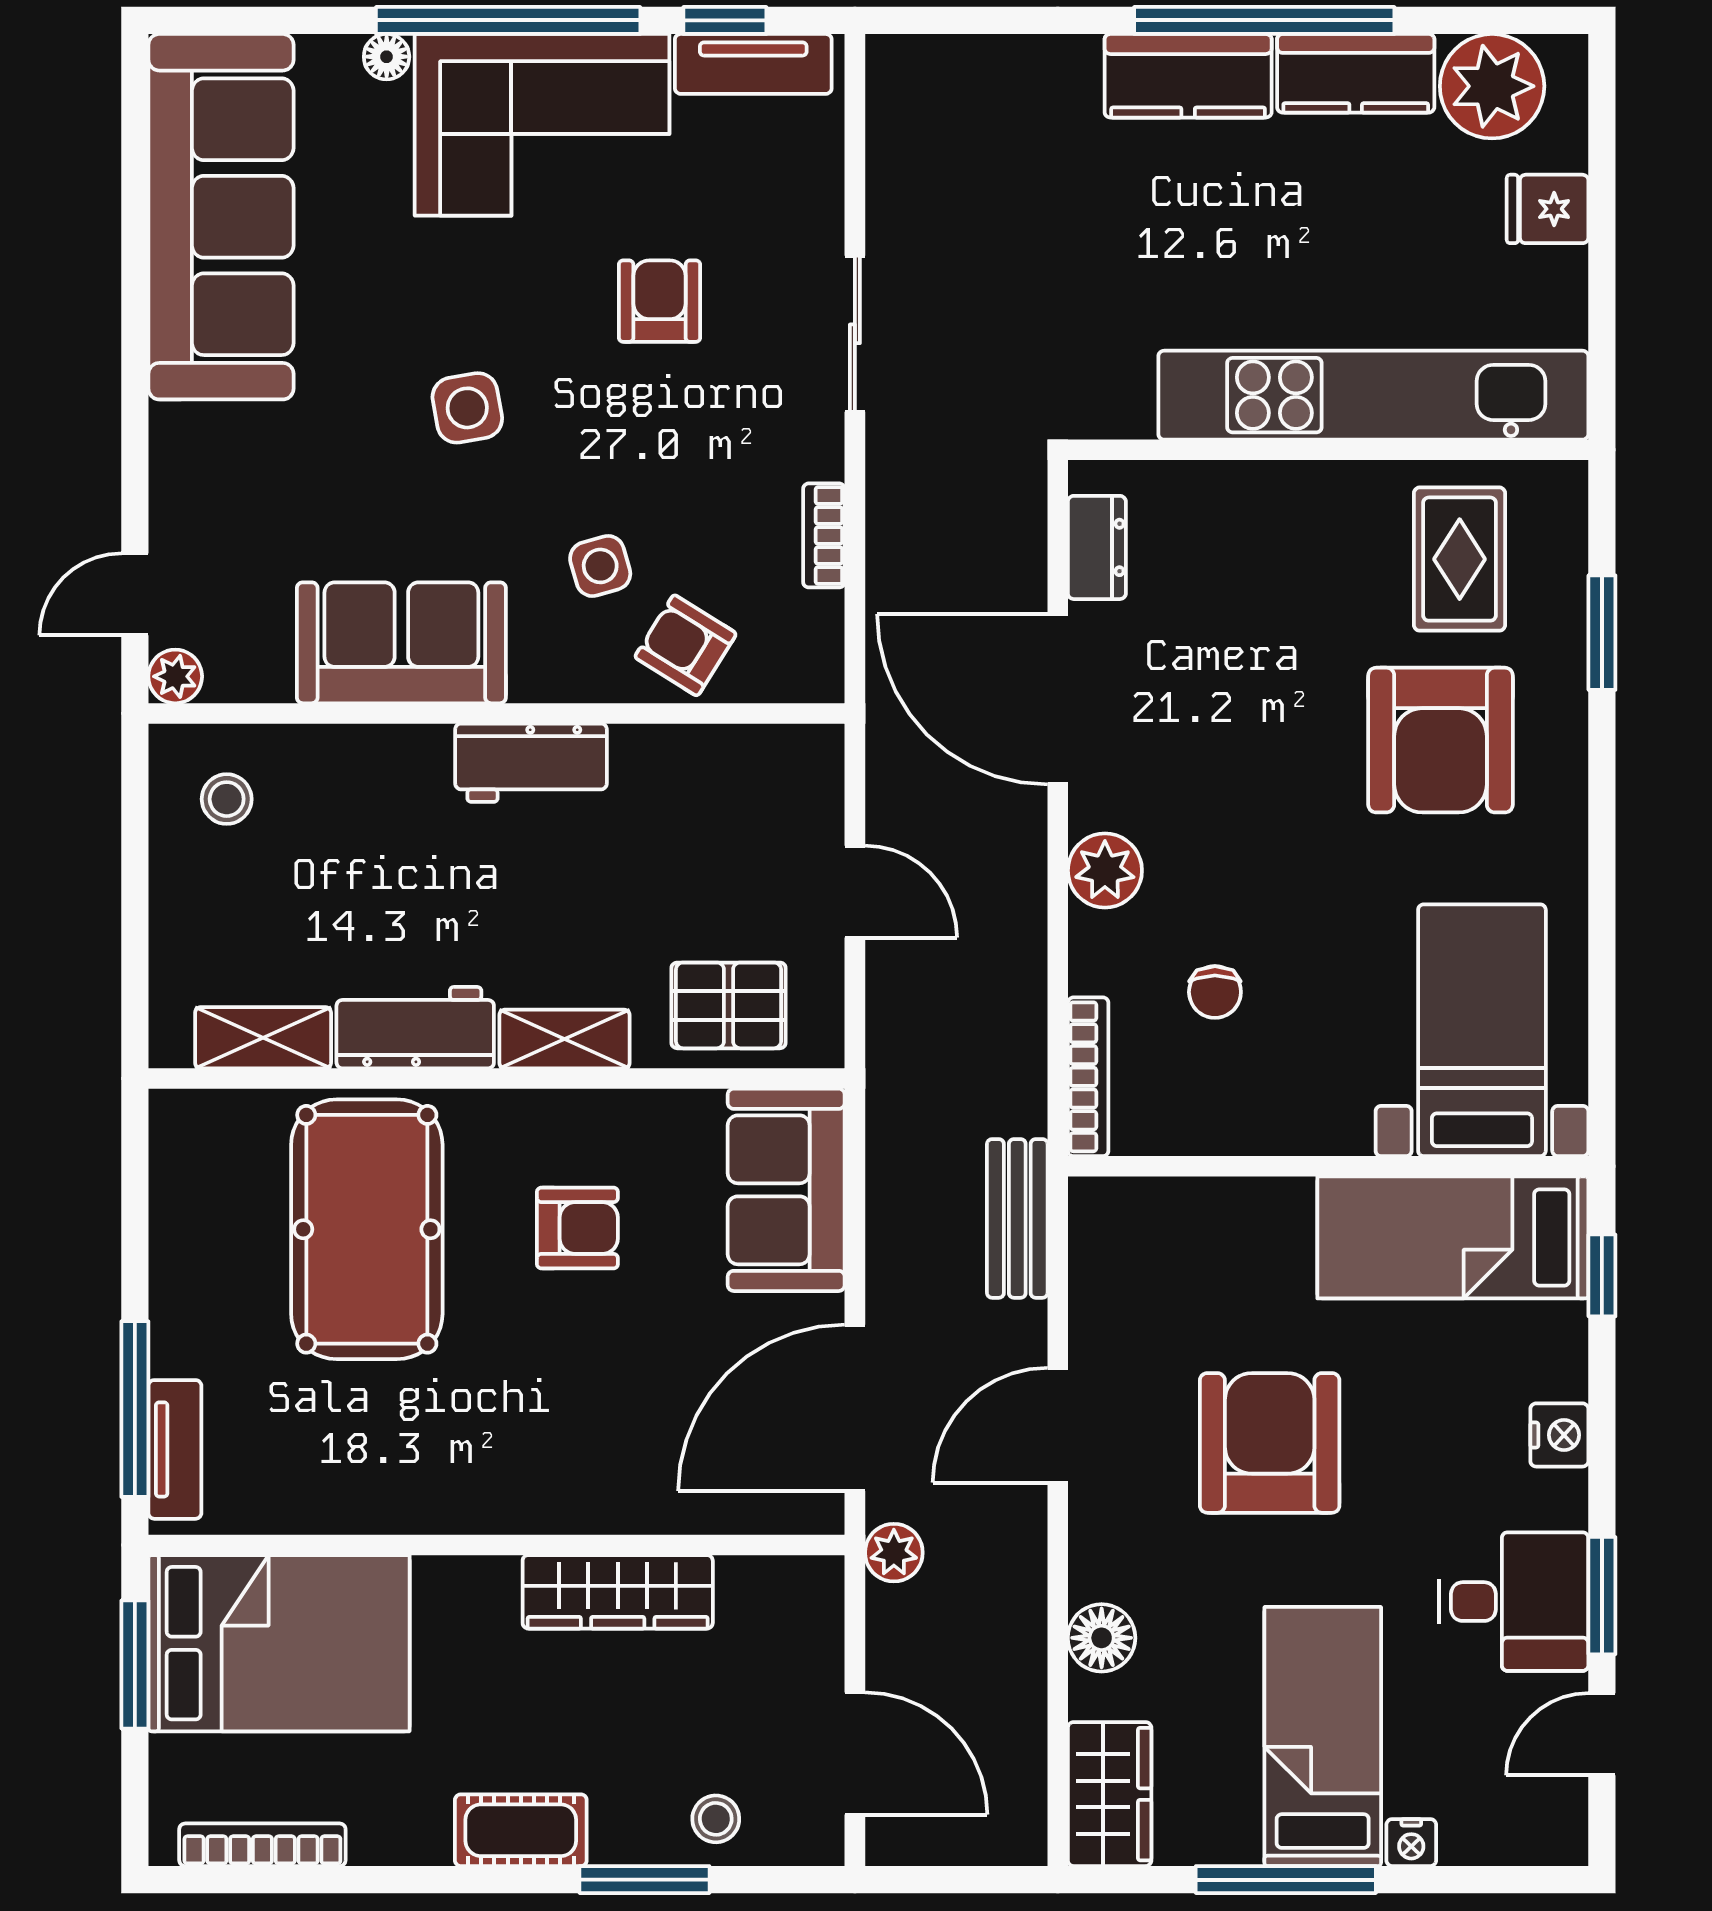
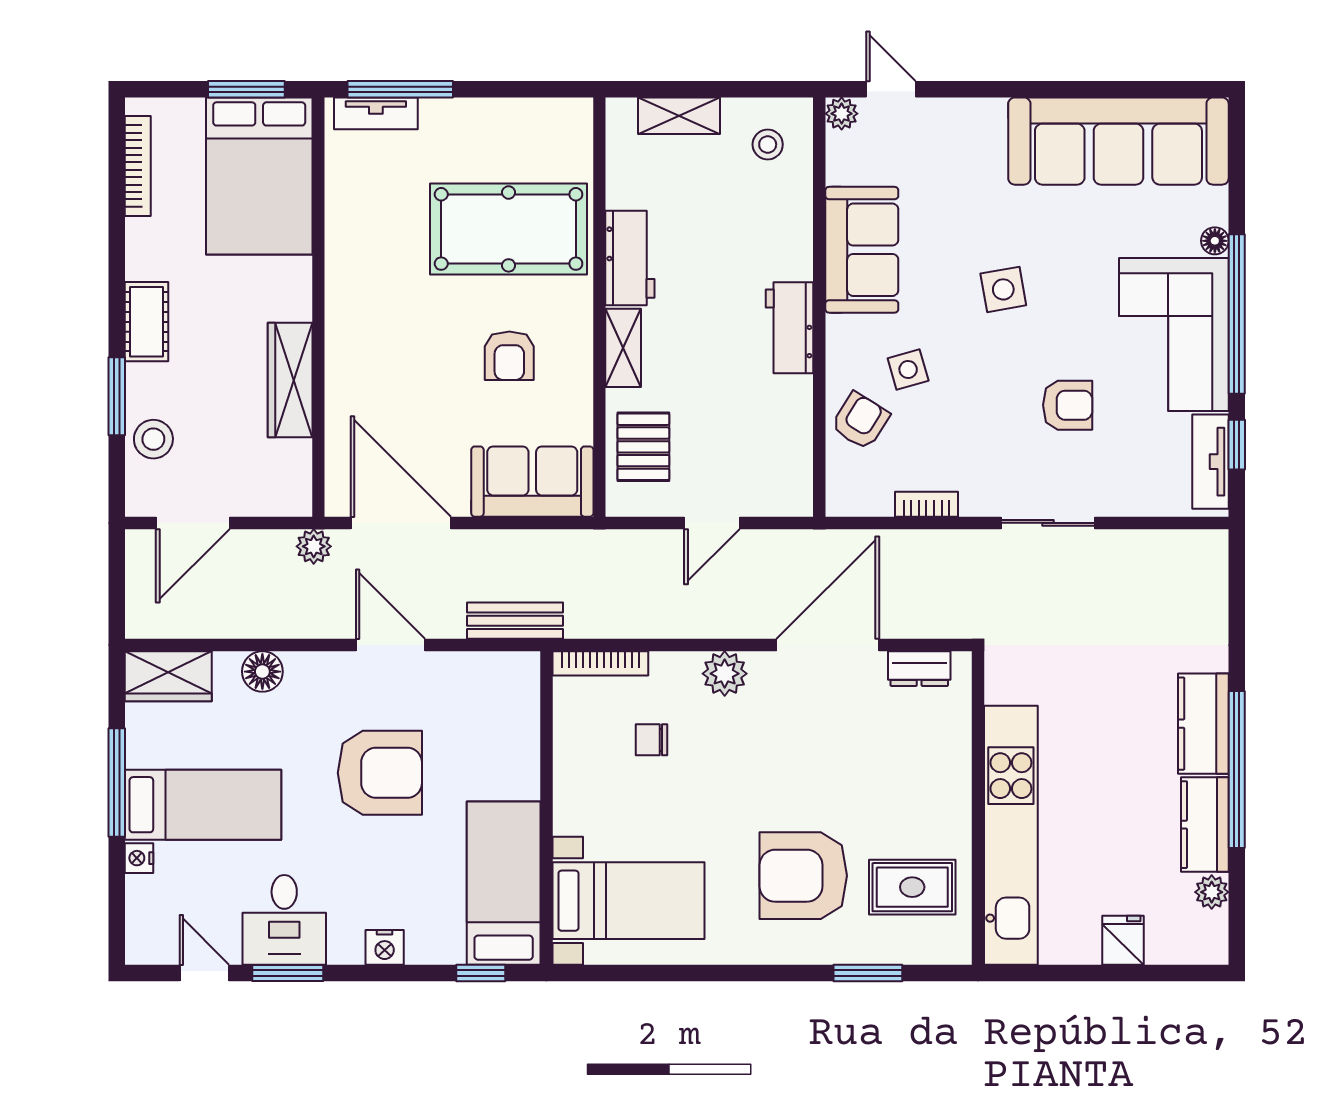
plant: (1492, 86) -> (1212, 892), width x0.53, depth x0.53
shelving: (263, 1038) -> (679, 116), moved, turned 90
stool: (716, 1819) -> (153, 439), width x1.37, depth x1.37

